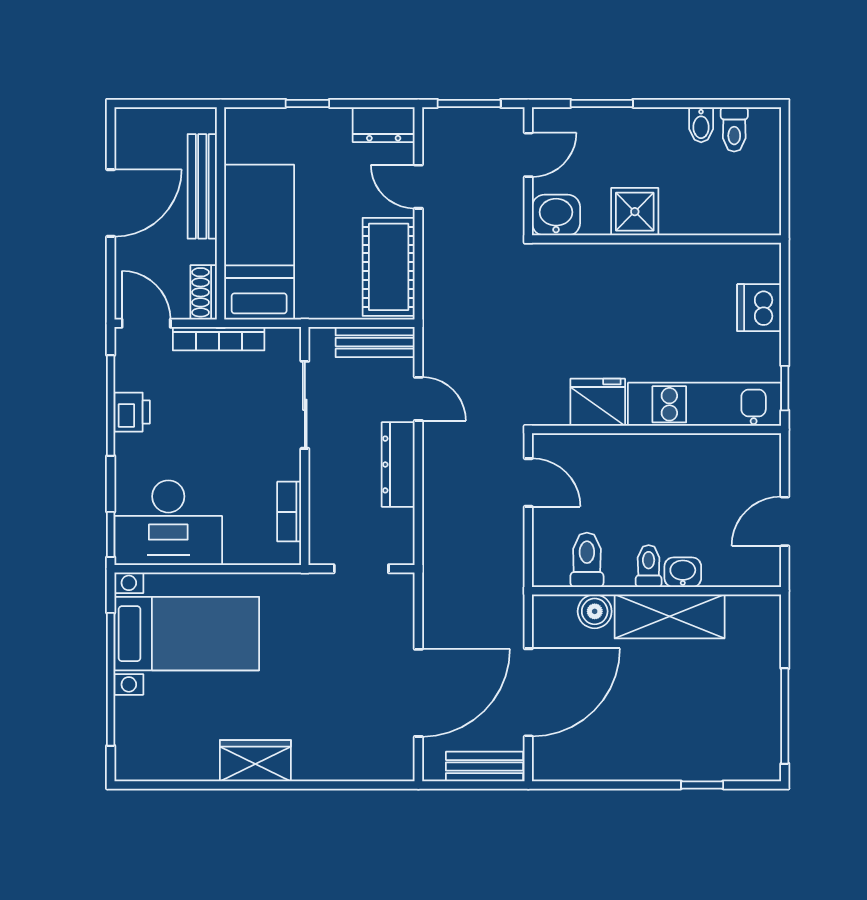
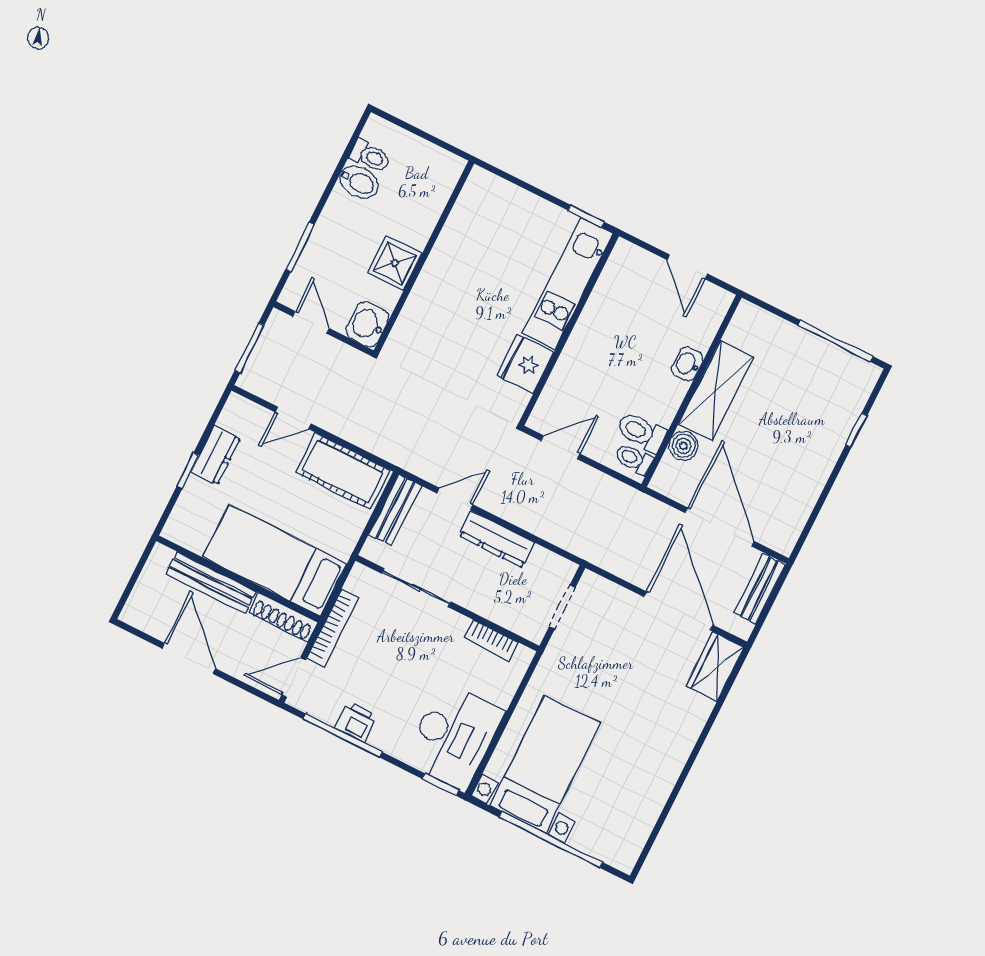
dresser: (384, 125) -> (216, 455), moved
bidet: (701, 125) -> (359, 182), width x1.38, depth x1.36
shoe rack: (204, 292) -> (283, 617), width x1.43
dishwasher: (759, 308) -> (515, 205), removed
toilet: (649, 566) -> (634, 459), moved
wardrobe: (255, 761) -> (715, 667), moved

